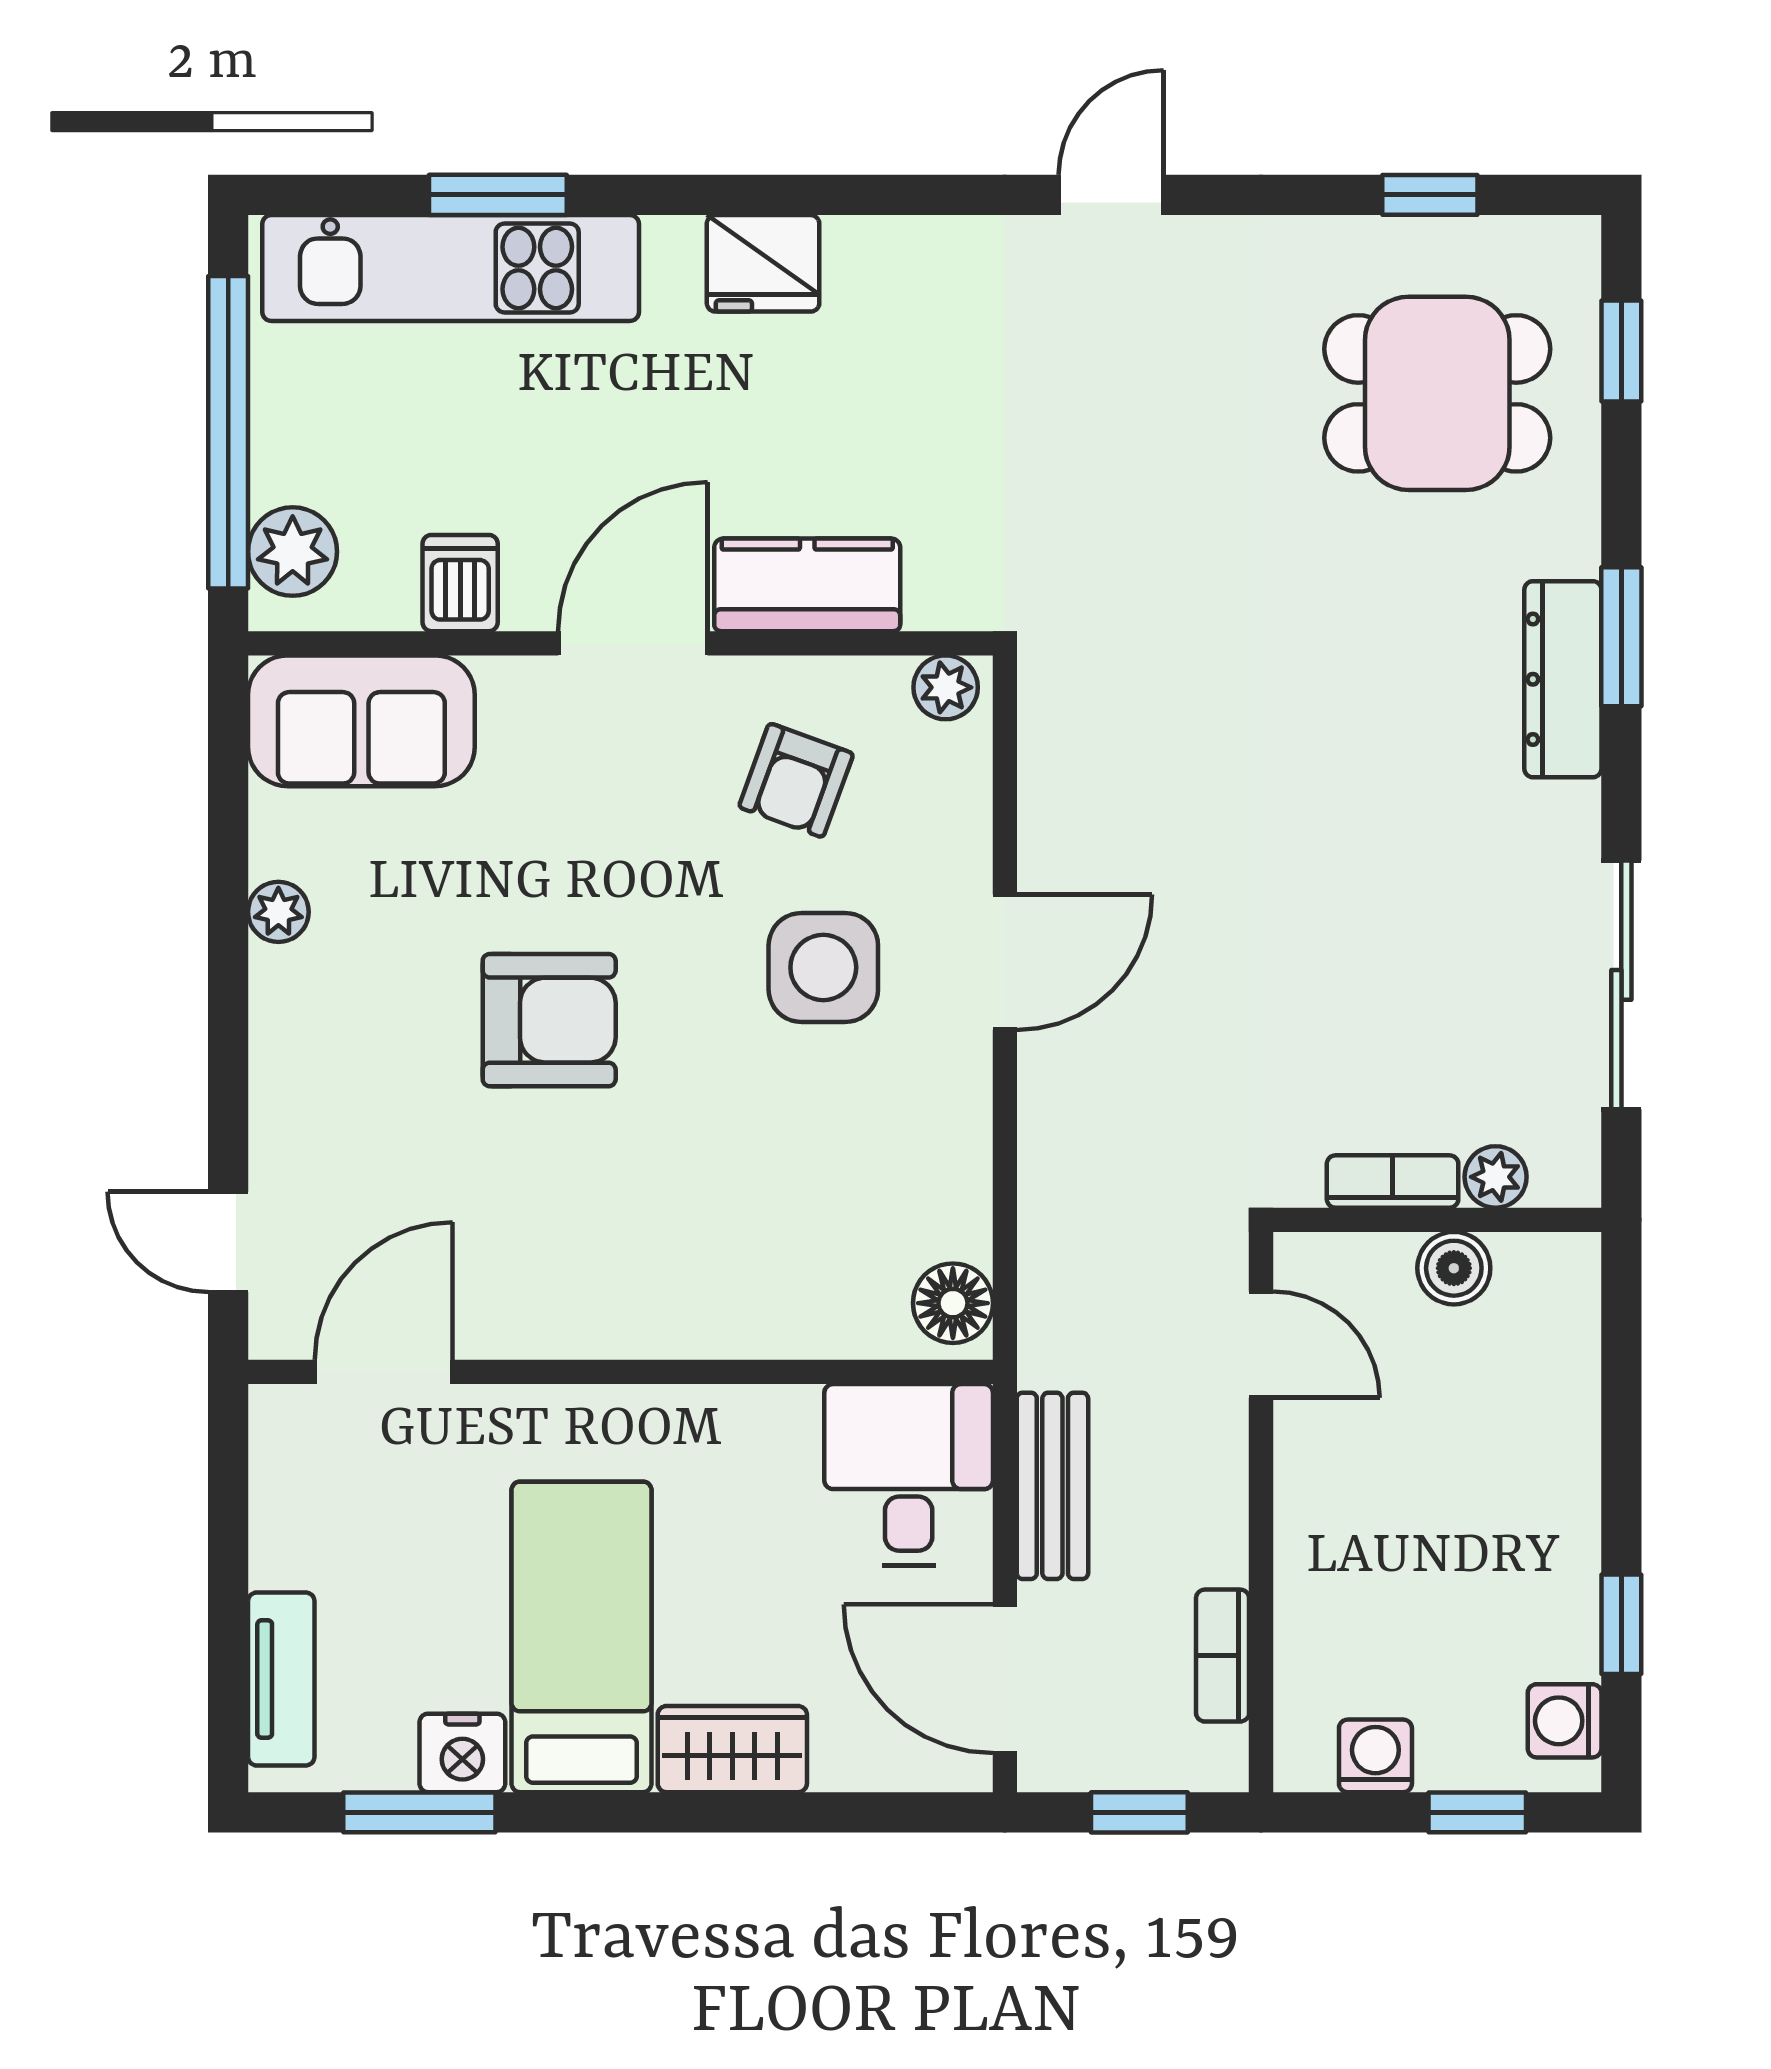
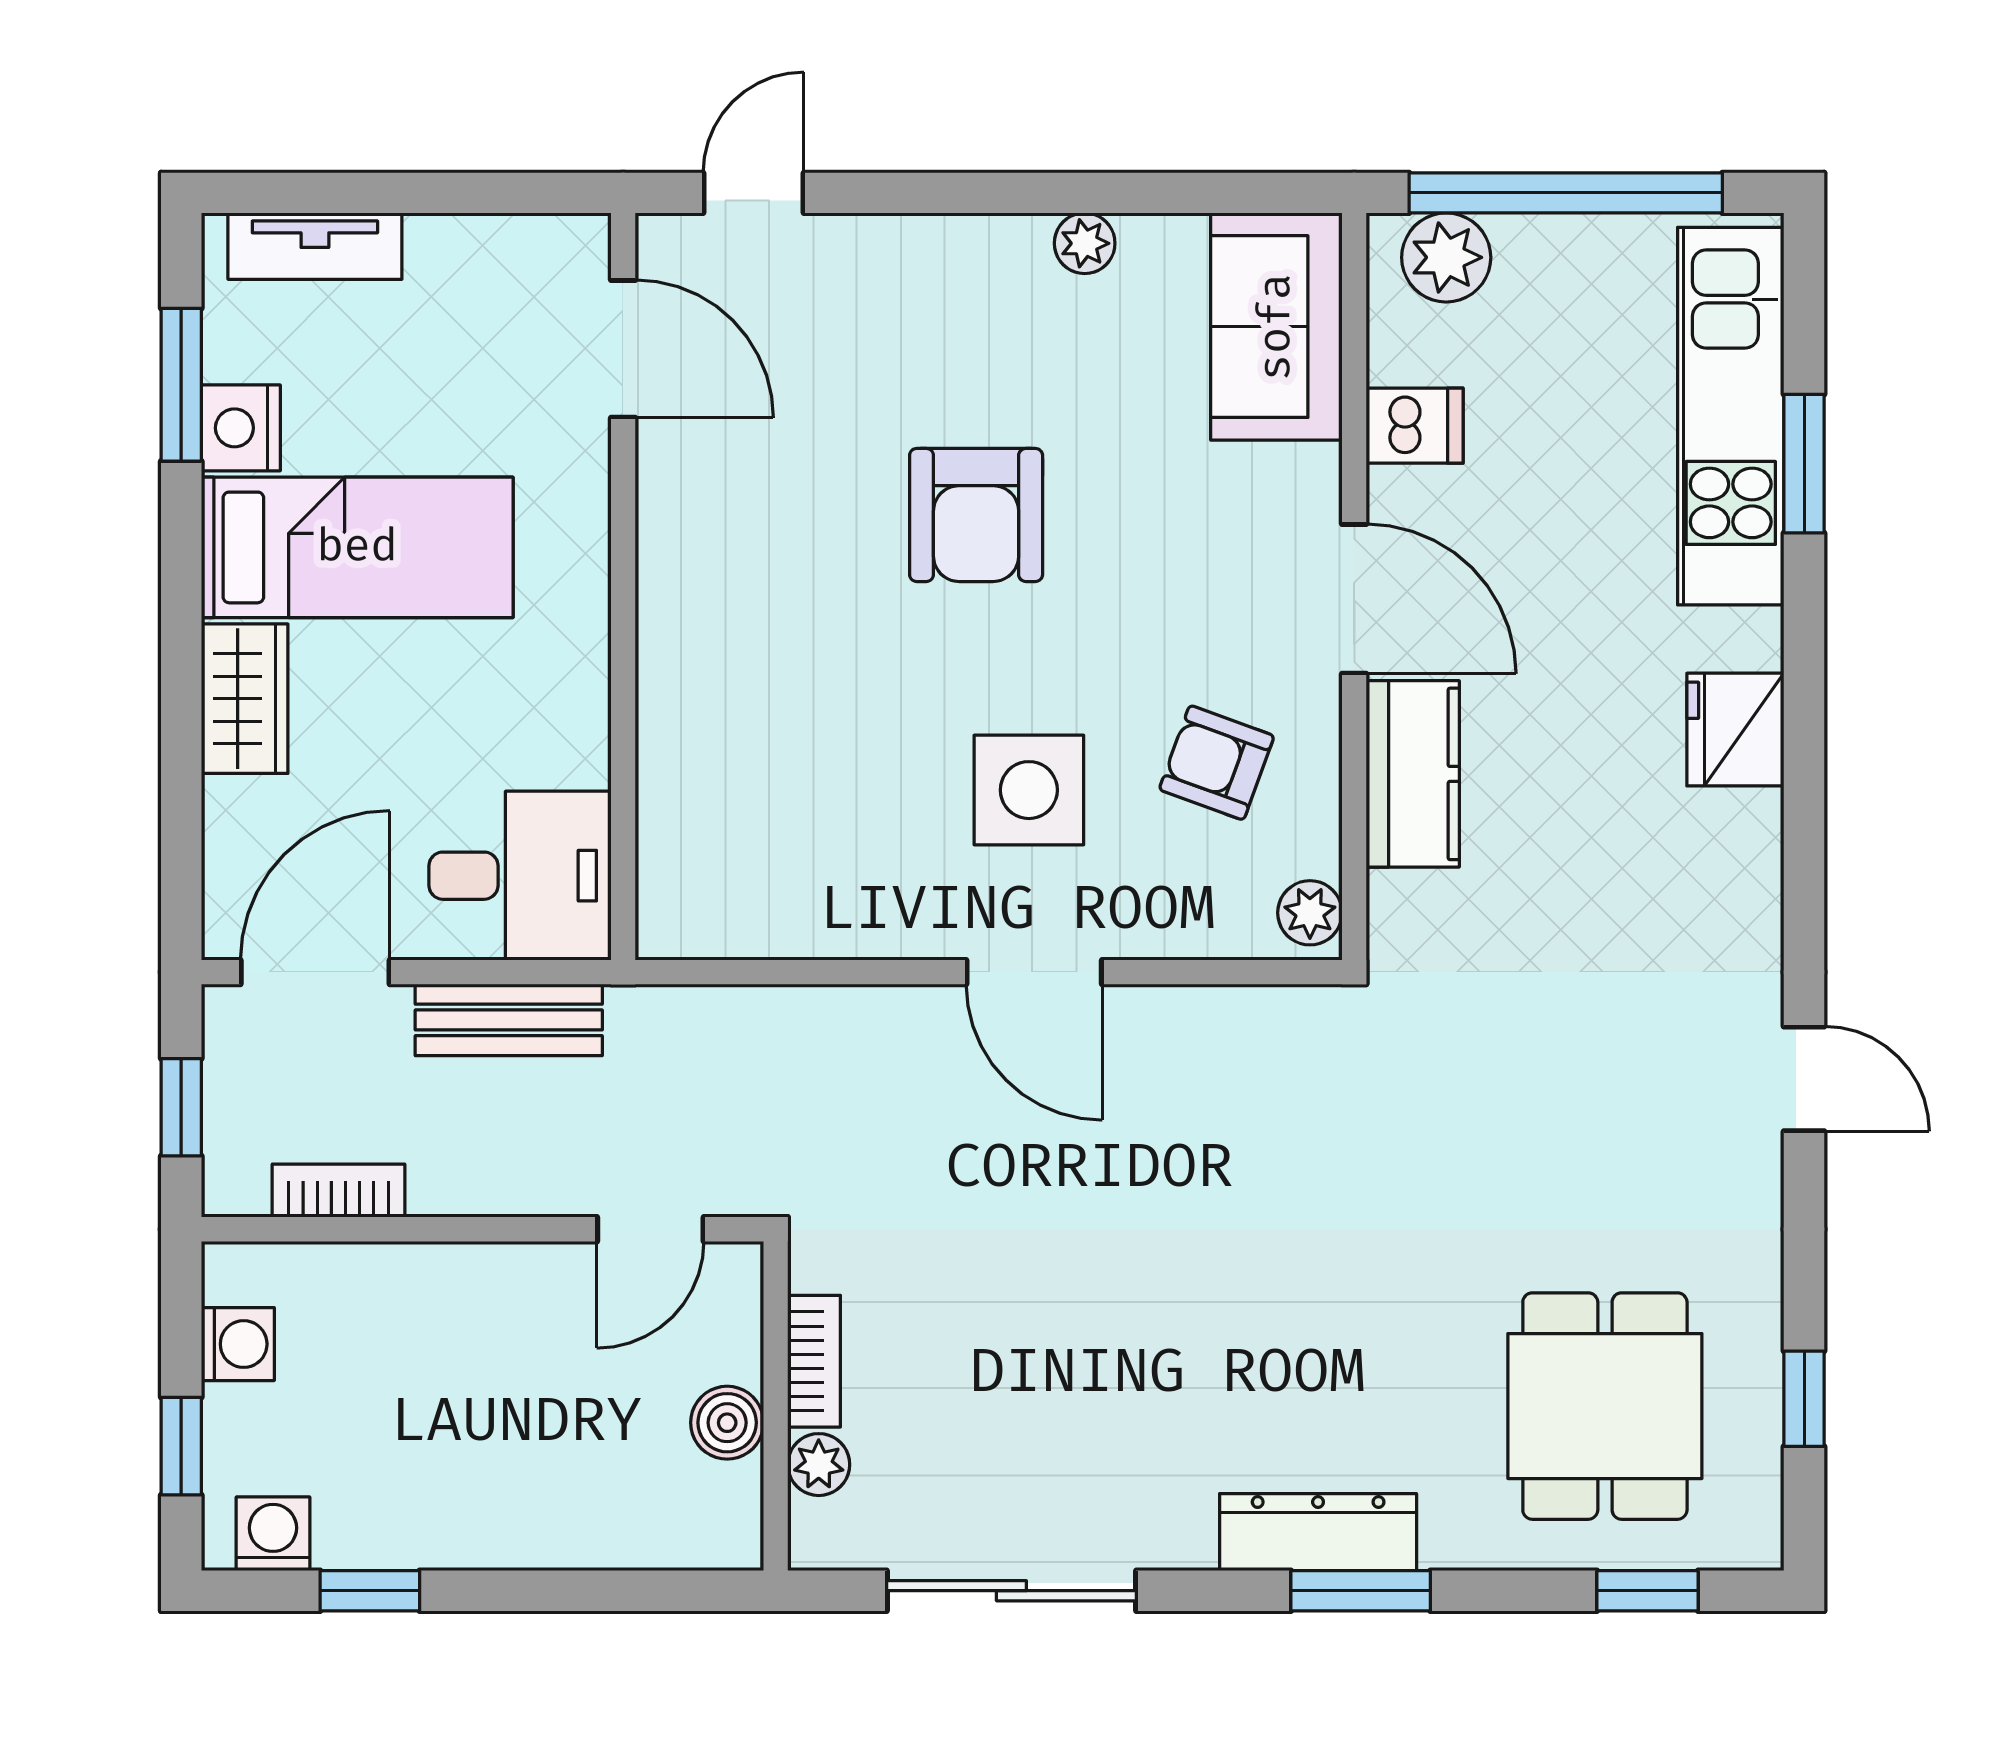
floor lamp: (953, 1303) -> (692, 920), removed

